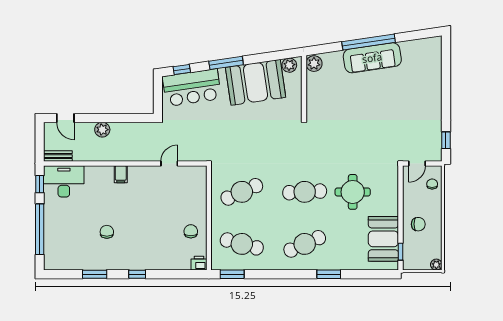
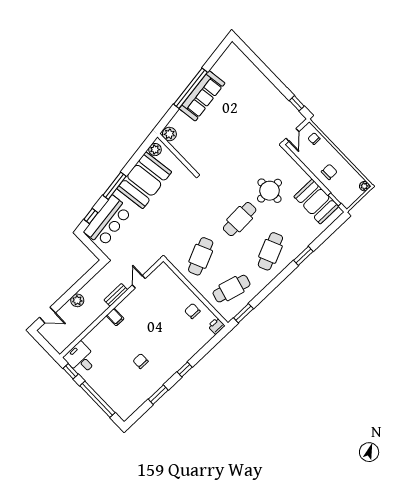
bench: (58, 156) -> (116, 295), moved
desk: (64, 181) -> (81, 359), width x0.73

